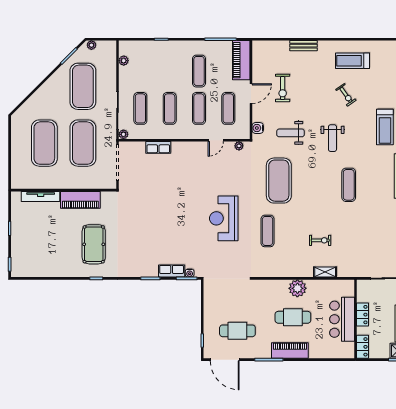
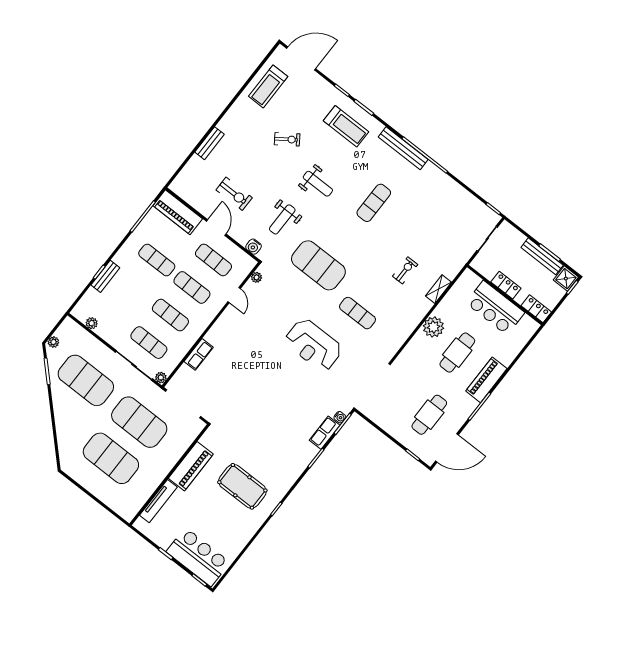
bench: (162, 46) -> (105, 276), added
treadmill: (352, 61) -> (268, 86), moved
exercise mat: (349, 185) -> (374, 203), turned 90
bar counter: (24, 252) -> (198, 557), added

